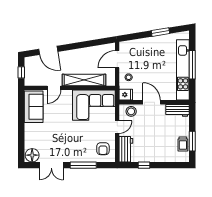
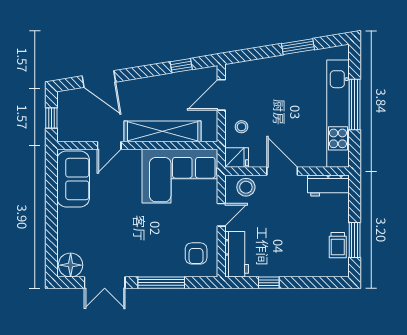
window: (95, 43) -> (181, 66), added

